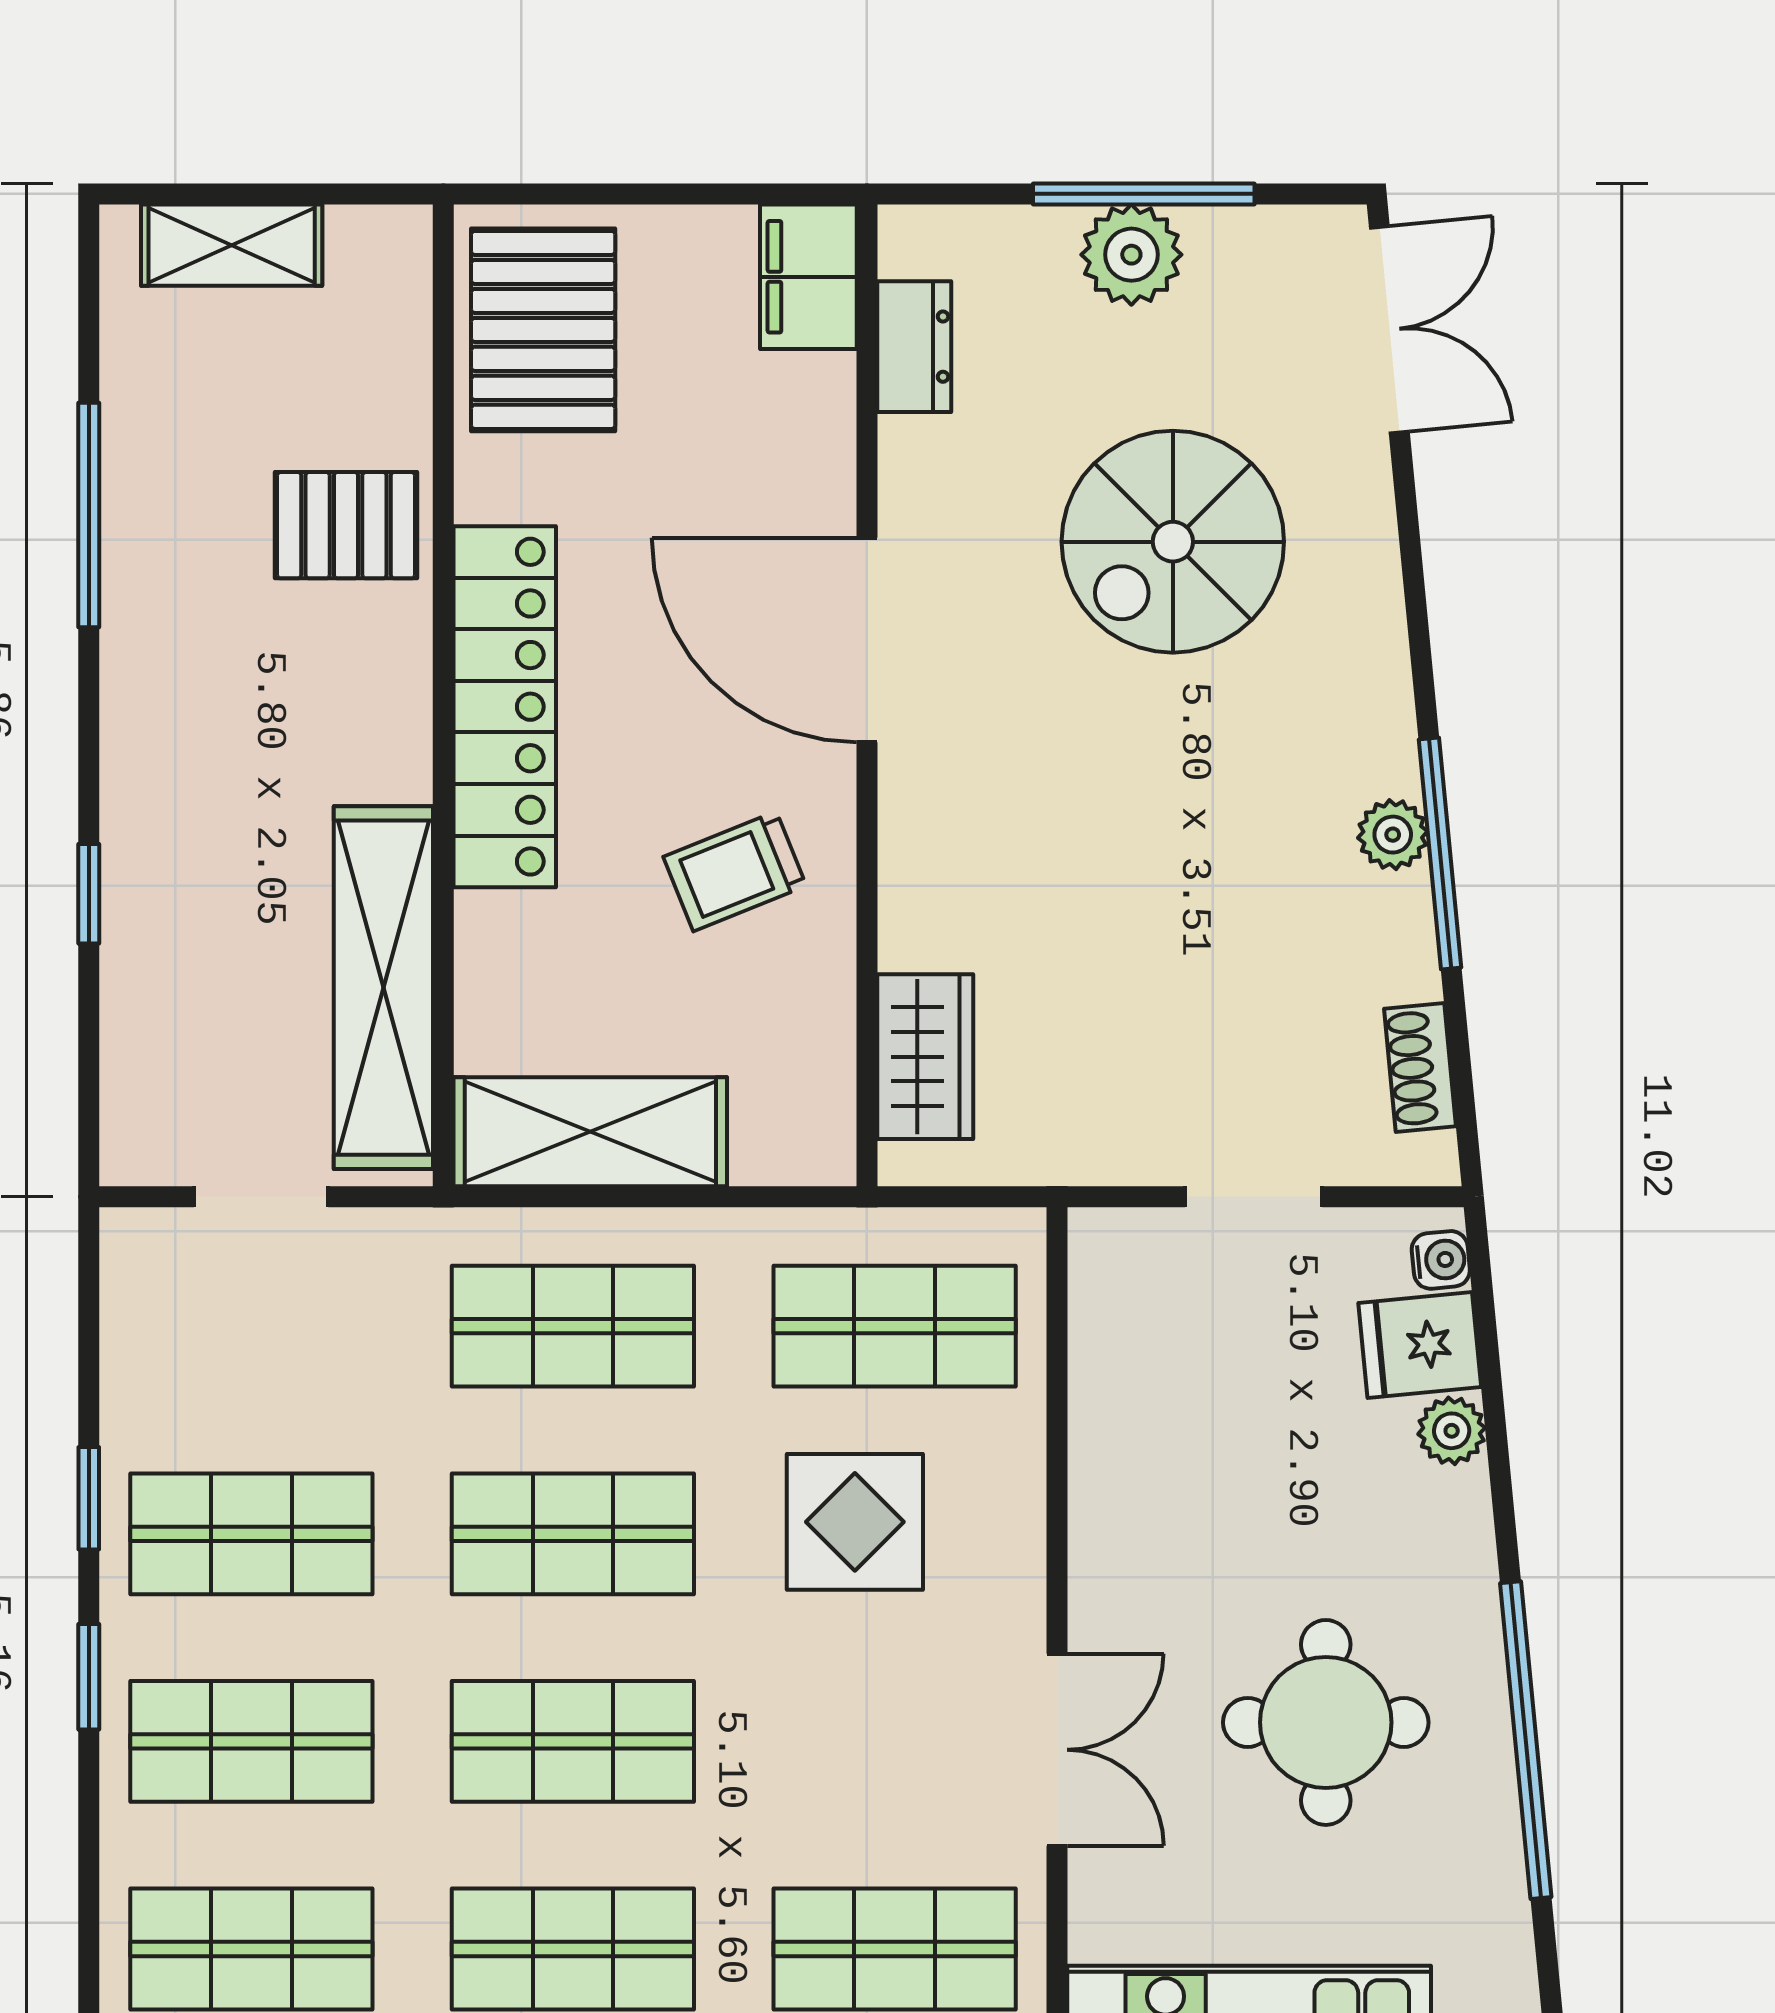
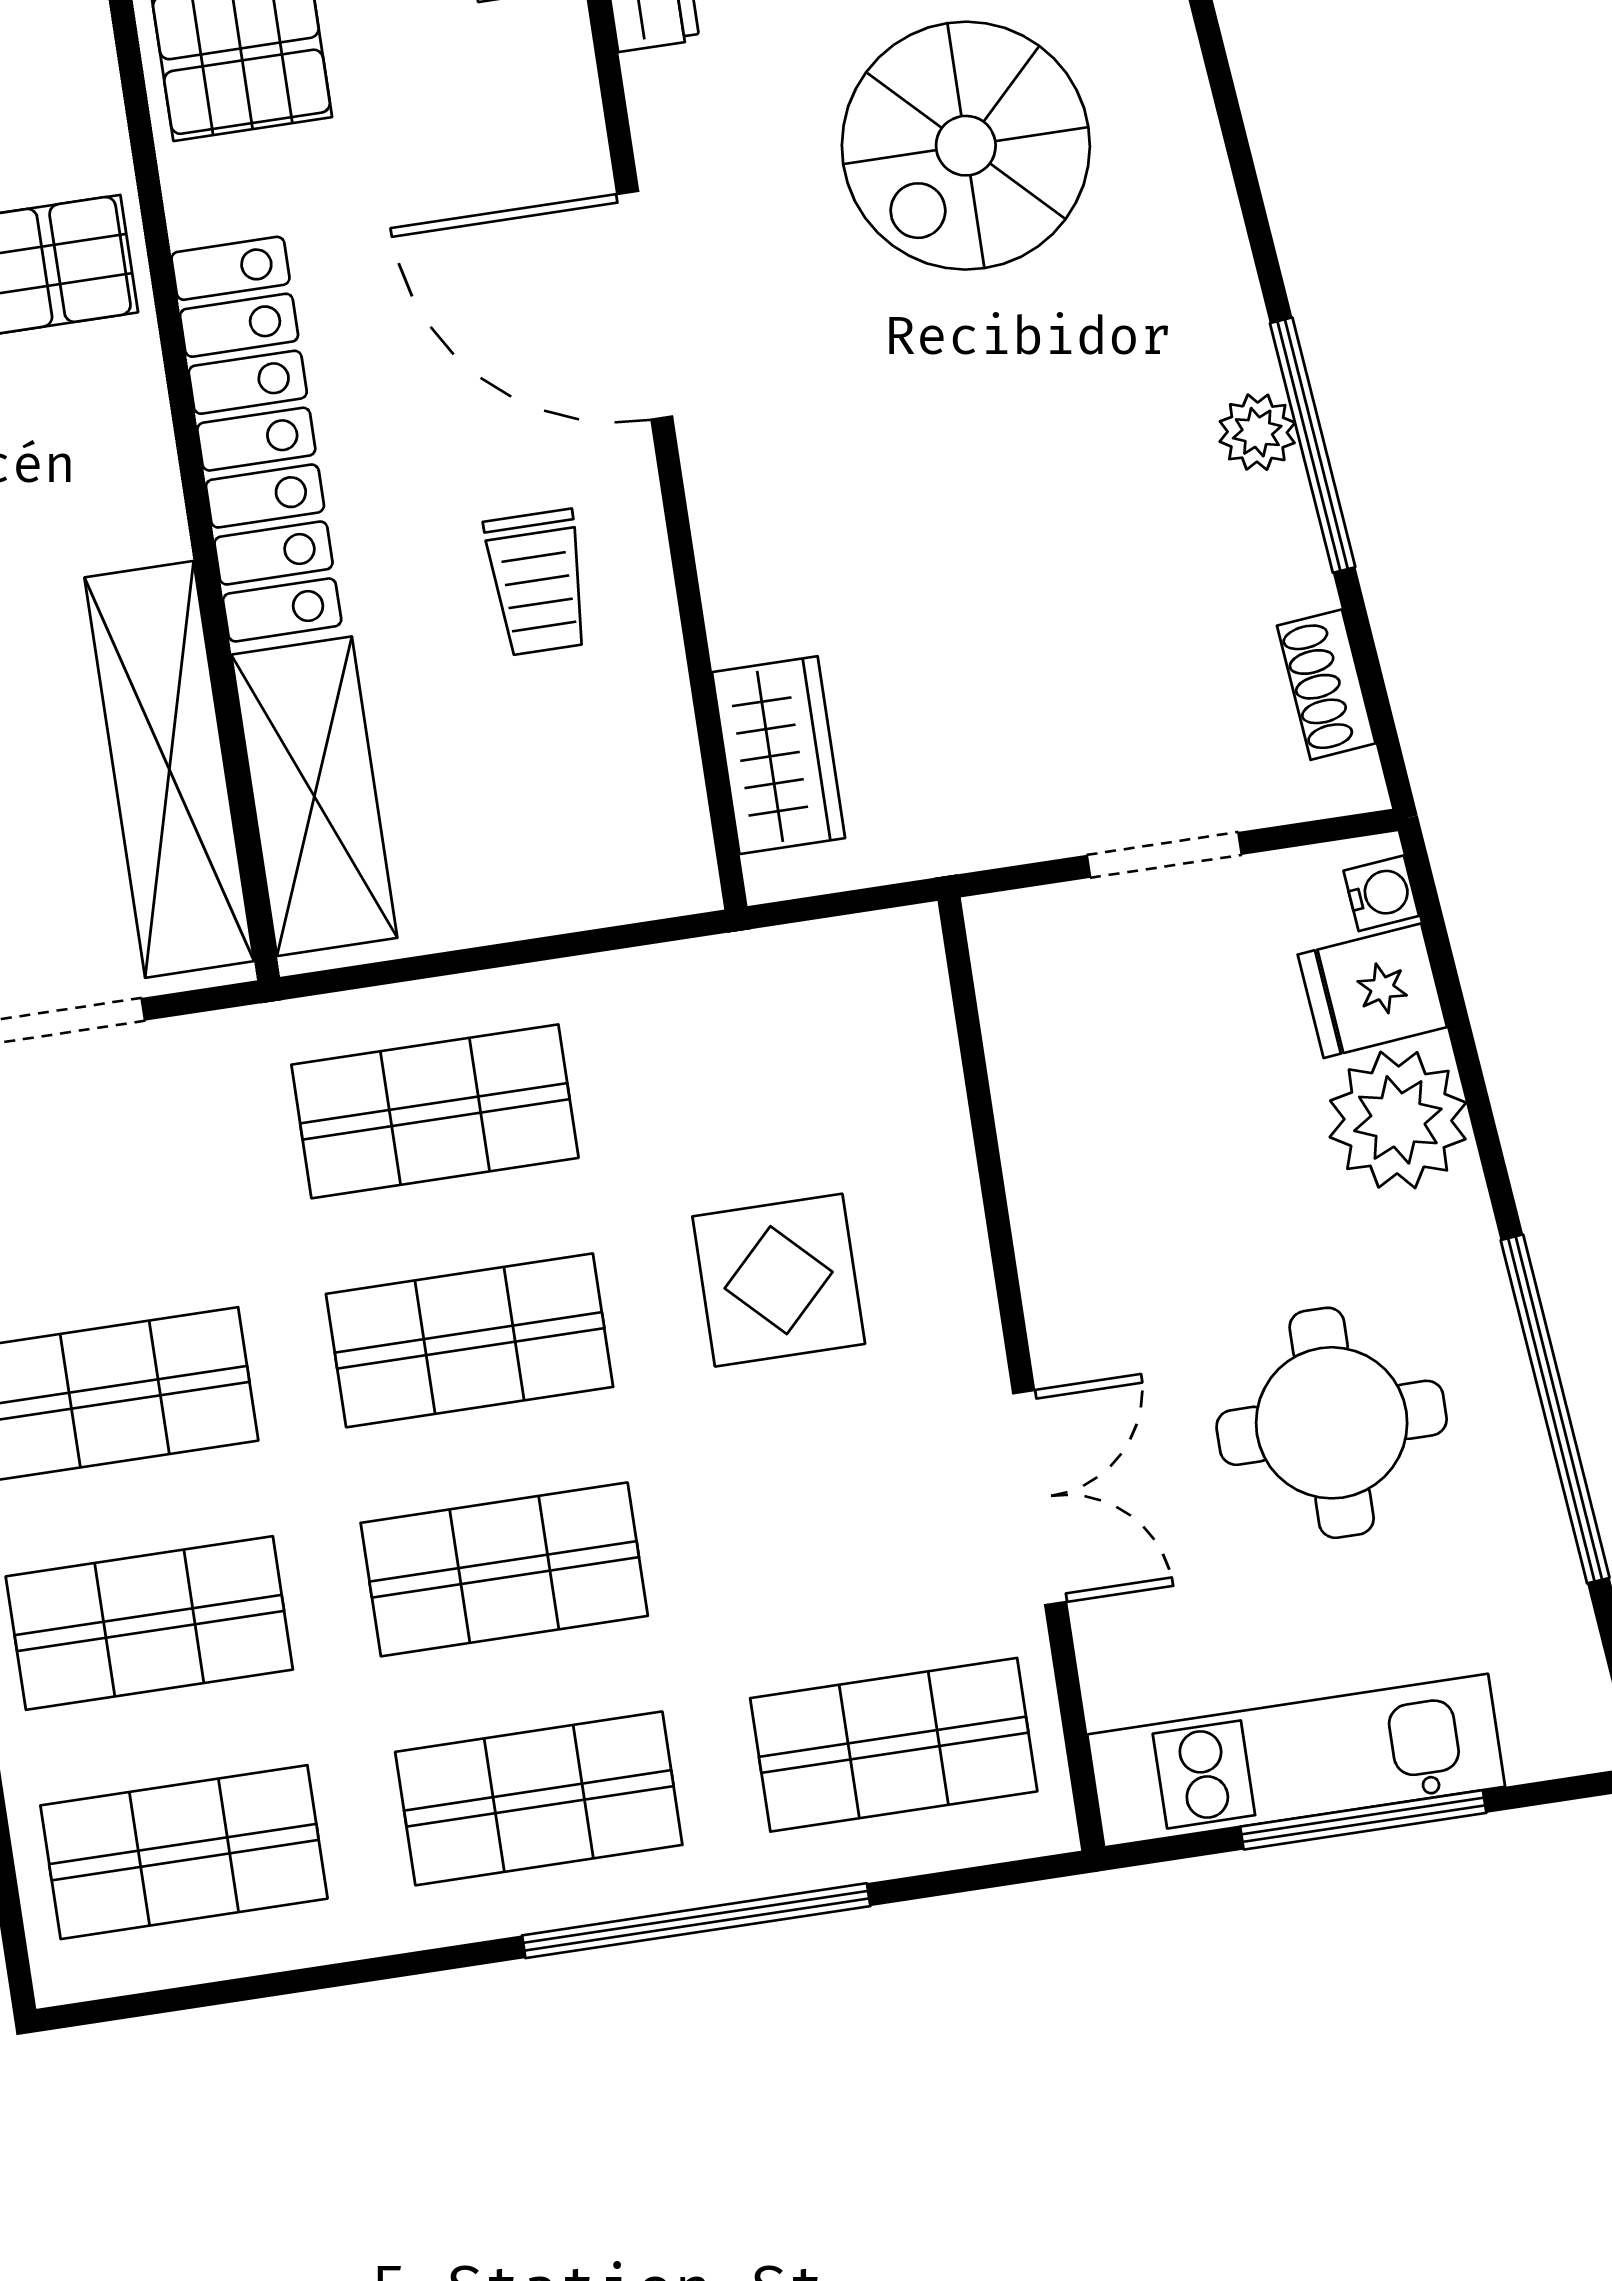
trolley: (735, 871) -> (537, 582), turned -68
shelving: (590, 1132) -> (314, 796), moved, turned 90
shop shelf: (895, 1326) -> (790, 1058), removed
plant: (1452, 1431) -> (1398, 1120), width x1.87, depth x1.87

